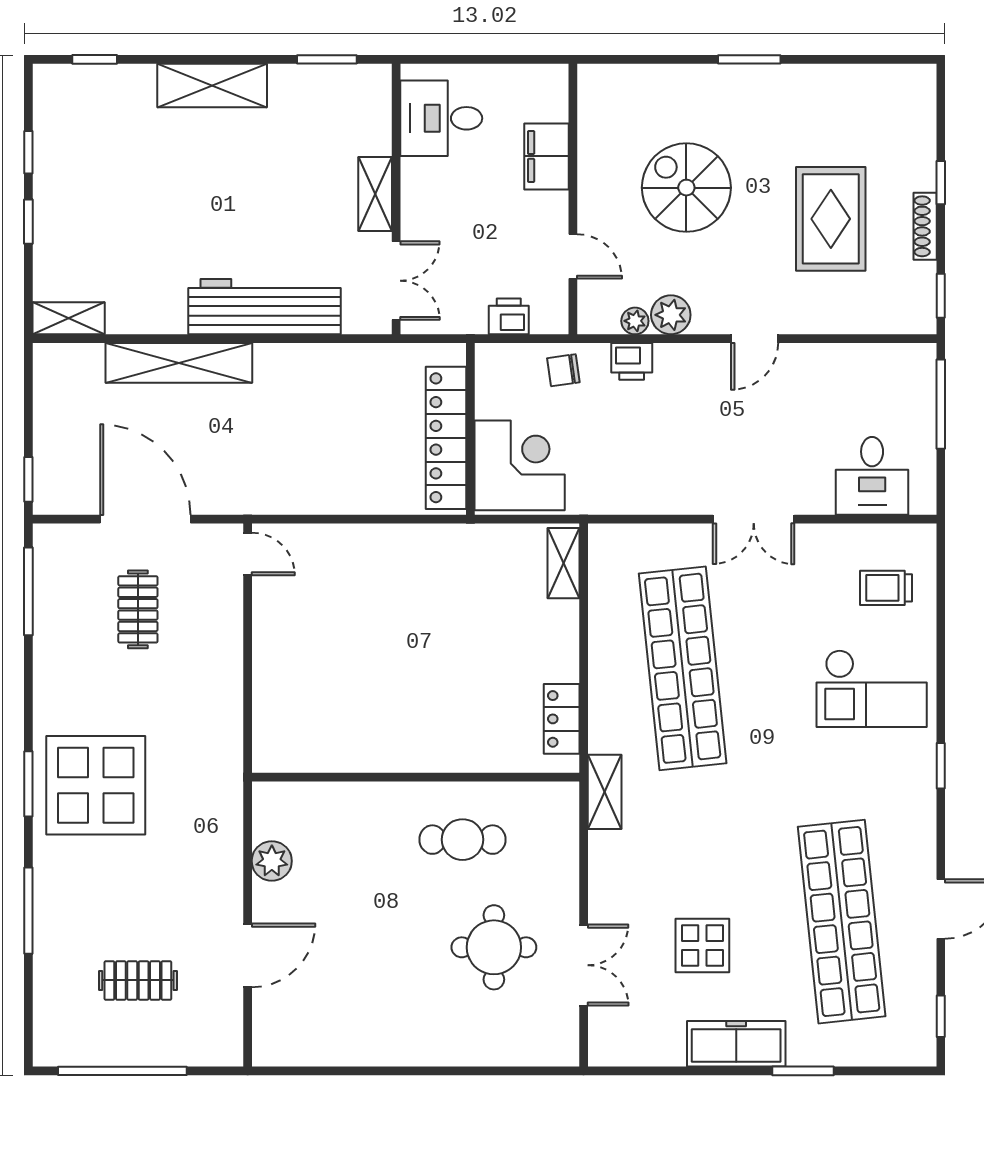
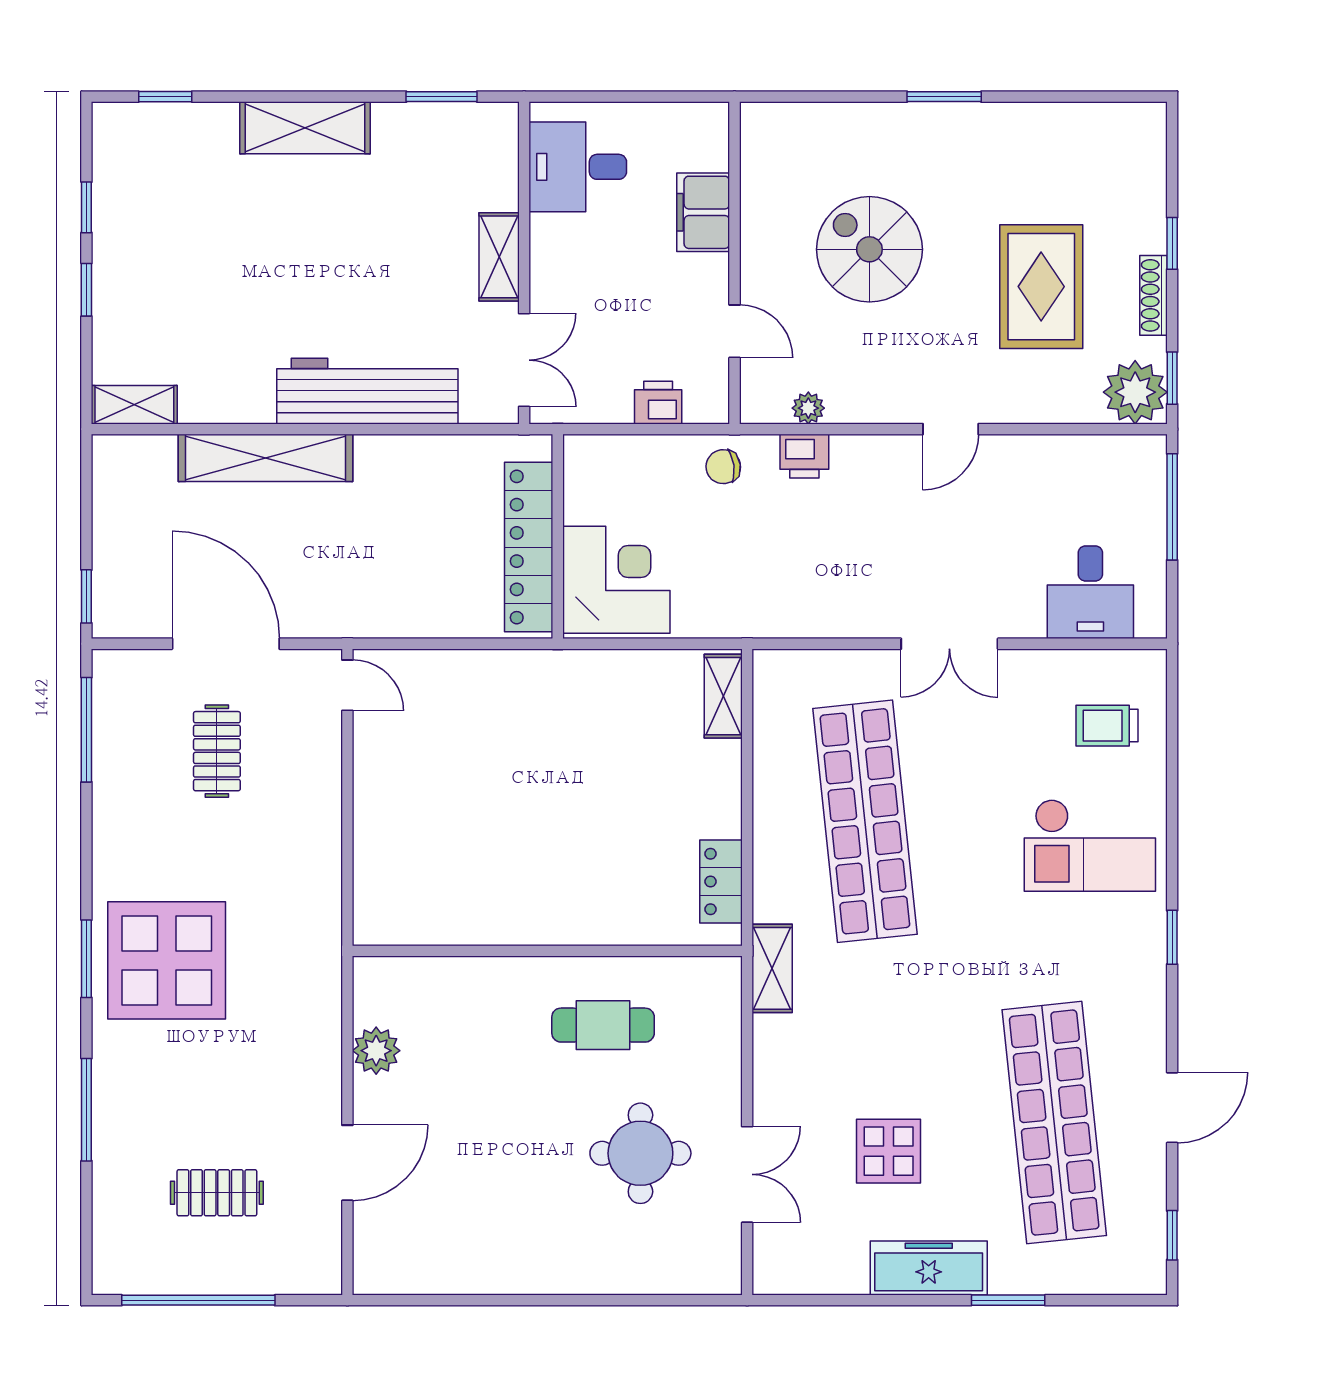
plant: (671, 315) -> (1135, 392), moved, width x1.36, depth x1.36
wall: (470, 429) -> (558, 536), moved
locker: (446, 438) -> (529, 547), moved
corner desk: (520, 465) -> (616, 580), moved

